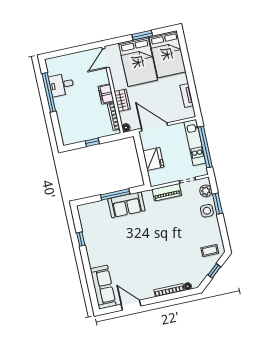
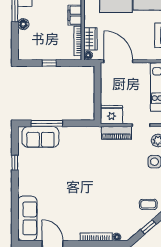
wardrobe: (122, 100) -> (90, 39), moved
floor lamp: (61, 112) -> (23, 24), added
fridge: (153, 159) -> (111, 115), moved, turned -90
window: (115, 194) -> (47, 123), moved
sofa: (126, 205) -> (40, 137), moved

